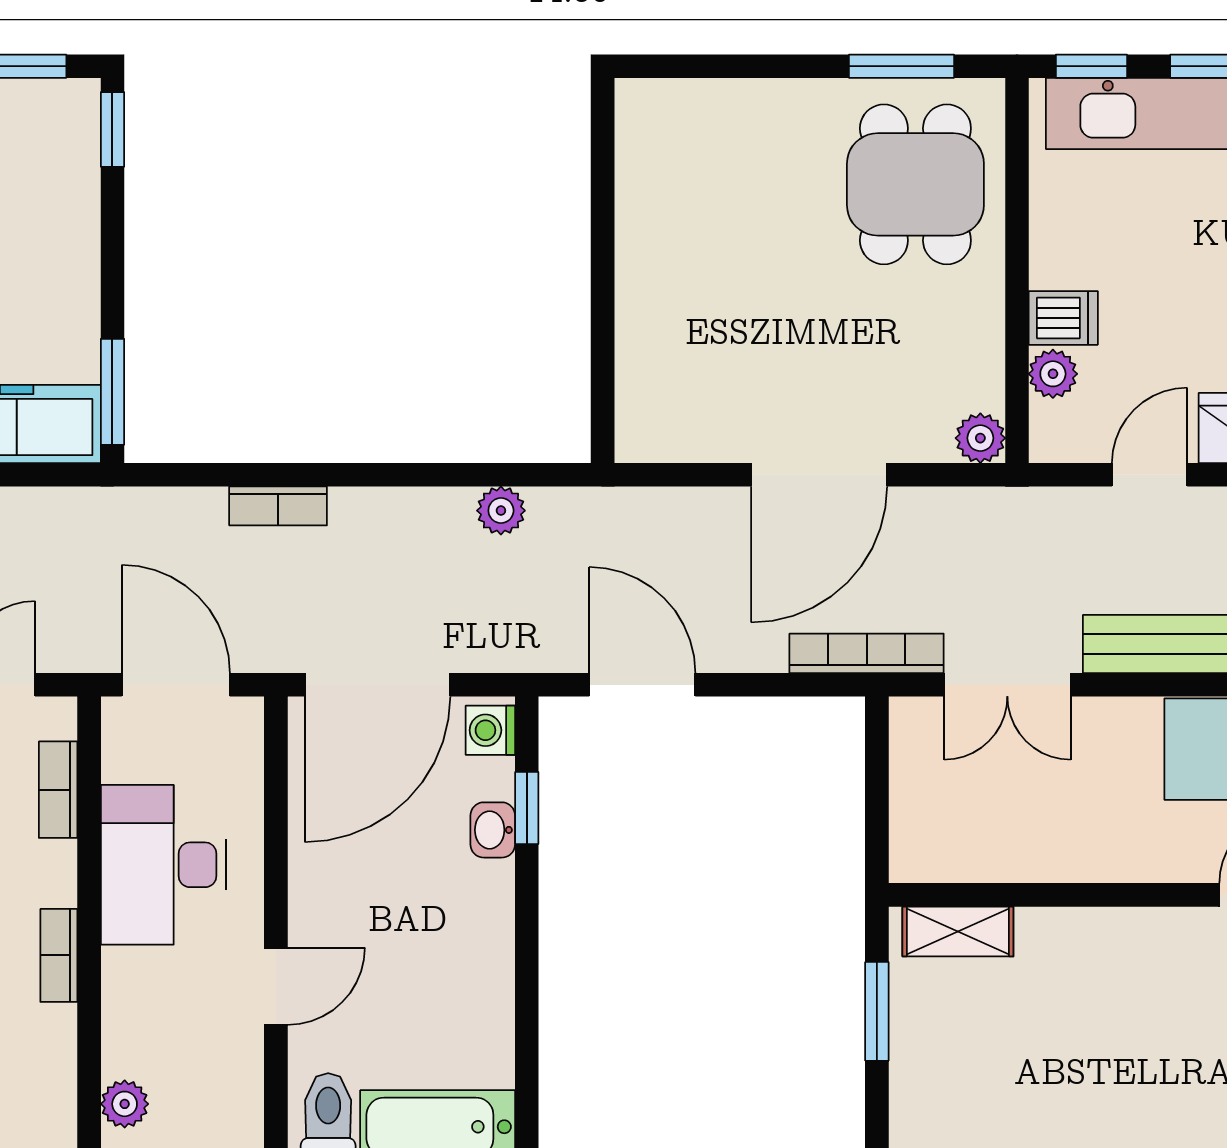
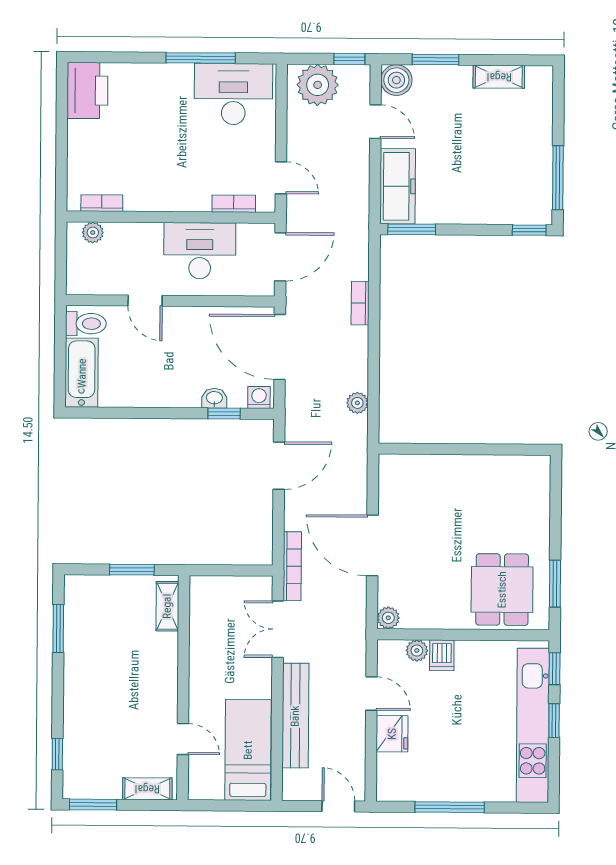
dining table: (915, 184) -> (502, 590), turned 90
bookcase: (59, 955) -> (102, 203), moved

